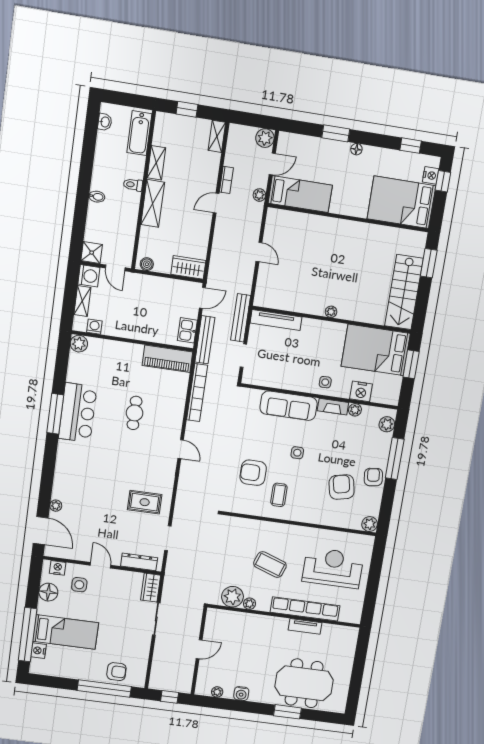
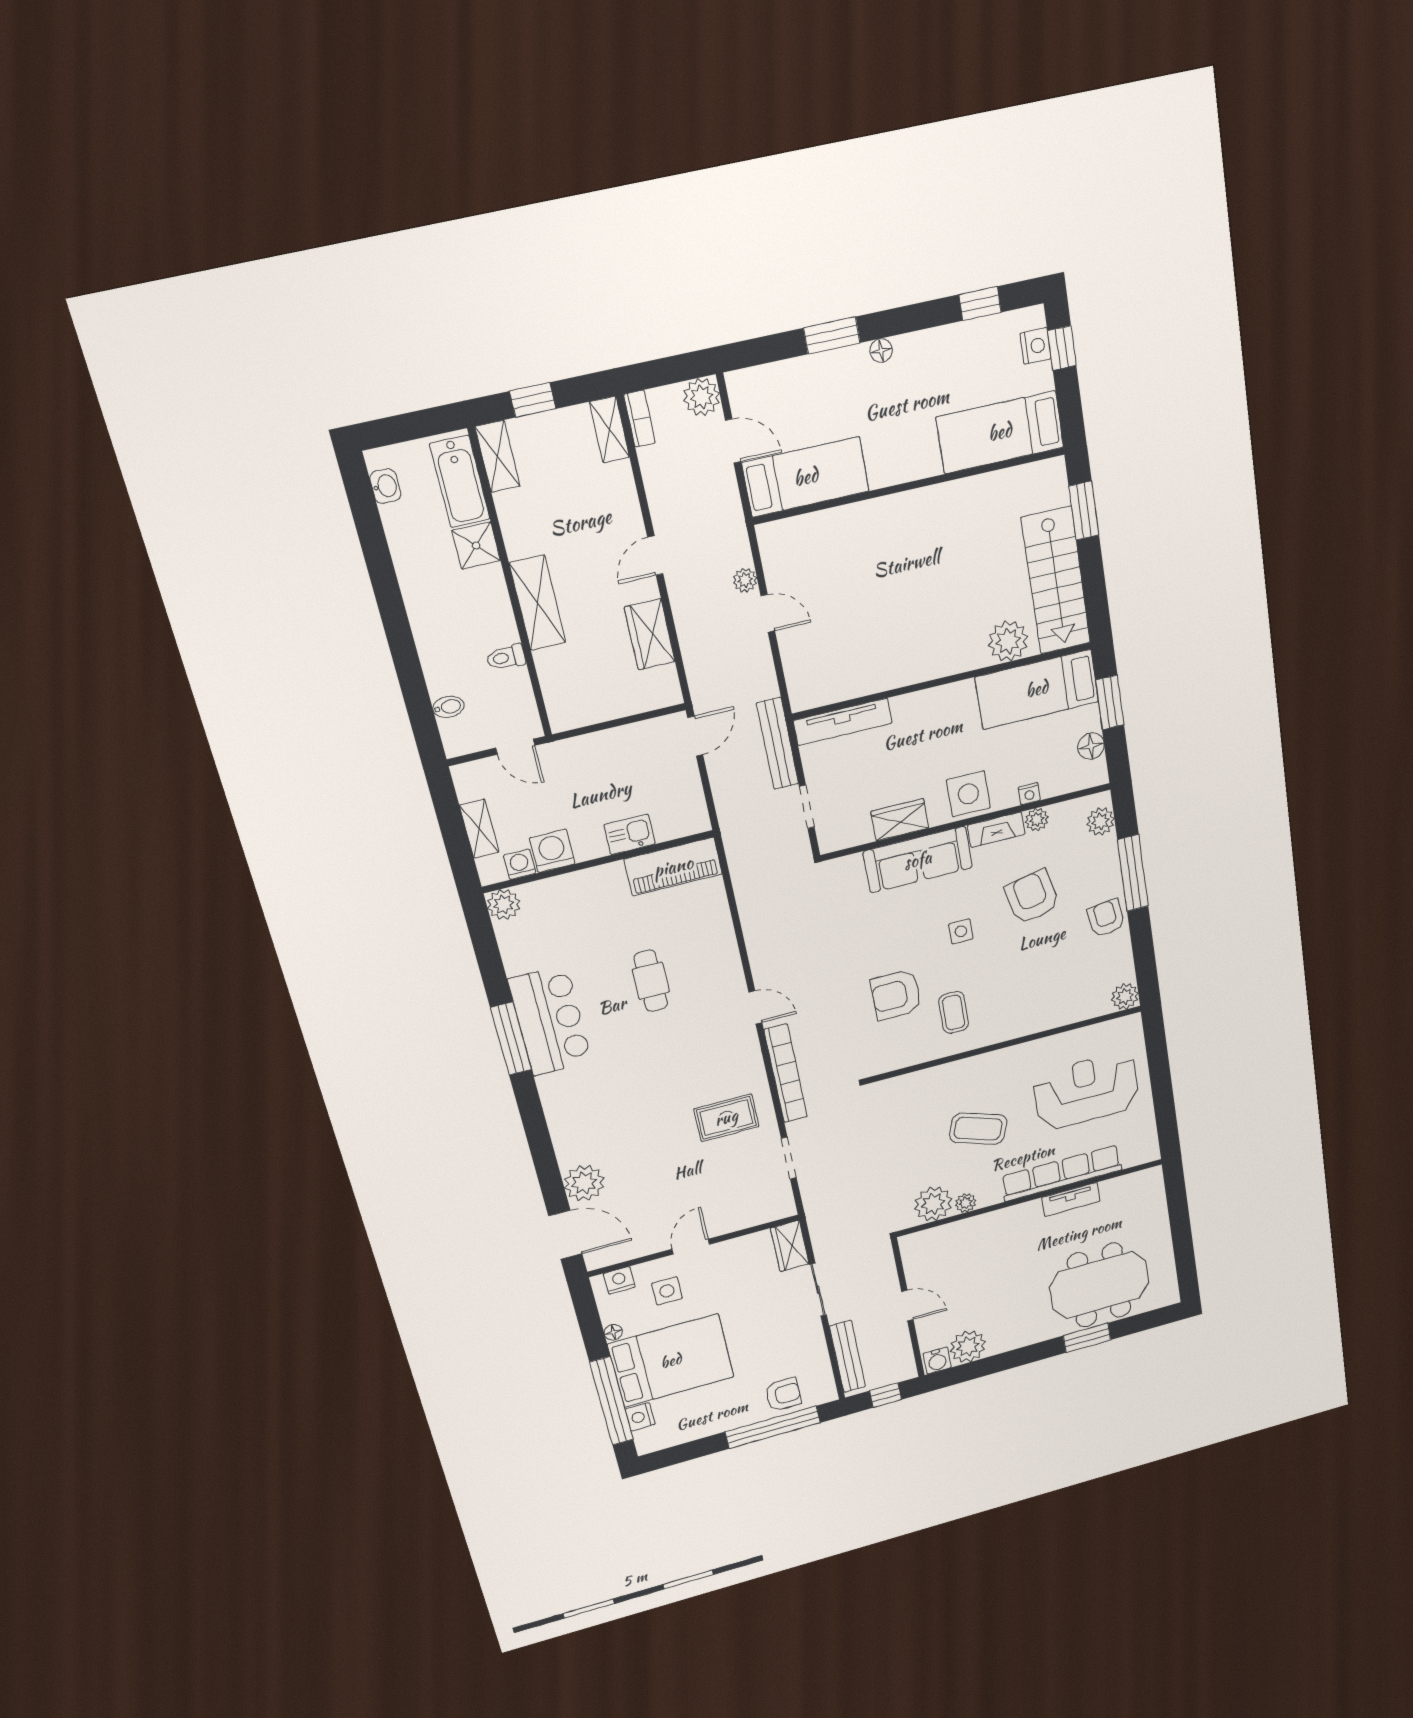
shelving: (156, 163) -> (498, 456), moved
door: (272, 164) -> (733, 441), hinge flipped
bookcase: (226, 180) -> (640, 419), moved
toilet: (133, 185) -> (506, 657), moved
plant: (259, 195) -> (745, 580), moved
bidet: (97, 197) -> (448, 707), moved
bed: (401, 202) -> (1000, 432), width x0.67
shower: (92, 253) -> (476, 546), moved
boiler: (147, 264) -> (571, 717), removed
wardrobe: (188, 267) -> (650, 634), moved, turned -90
washing machine: (89, 276) -> (552, 851), moved, turned -90
plant: (331, 312) -> (1008, 641), moved, width x1.88, depth x1.88
kitchen sink: (187, 330) -> (630, 834), moved, turned 90
bench: (205, 340) -> (847, 1356), moved
bed: (376, 350) -> (1037, 689), width x0.67
wardrobe: (287, 381) -> (900, 820), added
side table: (325, 382) -> (968, 794), width x1.87, depth x1.87
floor lamp: (395, 383) -> (1091, 746), added
nightstand: (361, 391) -> (1029, 794), width x0.53, depth x0.56
bookcase: (197, 393) -> (786, 1073), moved
armchair: (342, 487) -> (1032, 897), moved
plant: (56, 506) -> (584, 1183), width x1.88, depth x1.88
dresser: (139, 562) -> (754, 1215), removed
door: (101, 565) -> (691, 1247), hinge flipped
floor lamp: (48, 592) -> (613, 1332), width x0.53, depth x0.53
bed: (66, 632) -> (671, 1361), width x1.50
door: (199, 649) -> (907, 1306), hinge flipped
plant: (217, 692) -> (968, 1347), width x1.88, depth x1.88
water cooler: (241, 694) -> (937, 1360), moved

